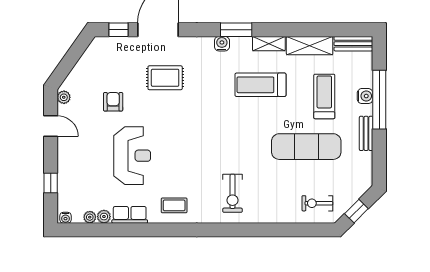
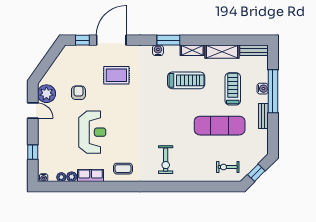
treadmill: (260, 85) -> (186, 80), turned 180
plant: (64, 97) -> (46, 94), width x1.88, depth x1.88

